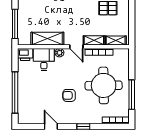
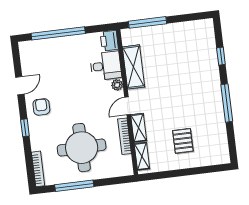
armchair: (69, 95) -> (41, 107), moved

